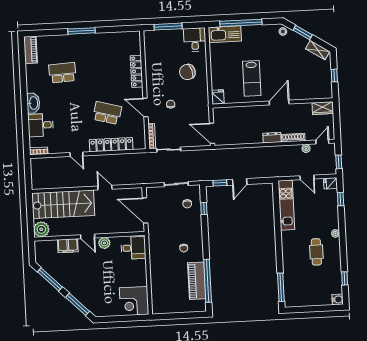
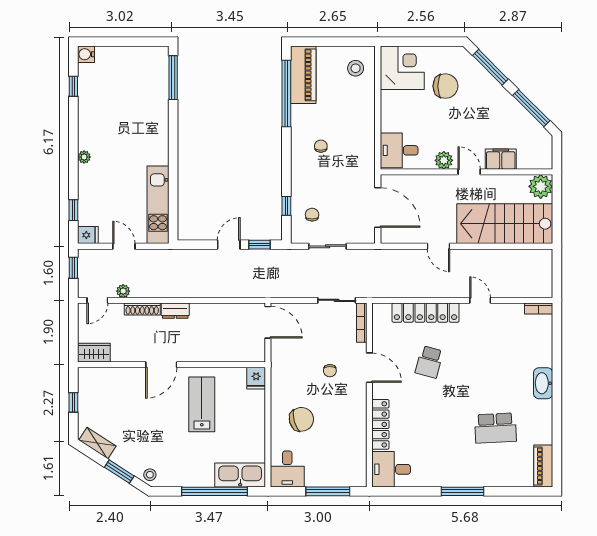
school desk: (107, 113) -> (429, 362), width x0.54
desk: (41, 125) -> (391, 469), moved, turned 180
cafe table: (316, 252) -> (115, 130), removed
piano: (197, 281) -> (303, 75), moved
chair: (106, 291) -> (445, 86), added
stool: (164, 299) -> (356, 68), added

